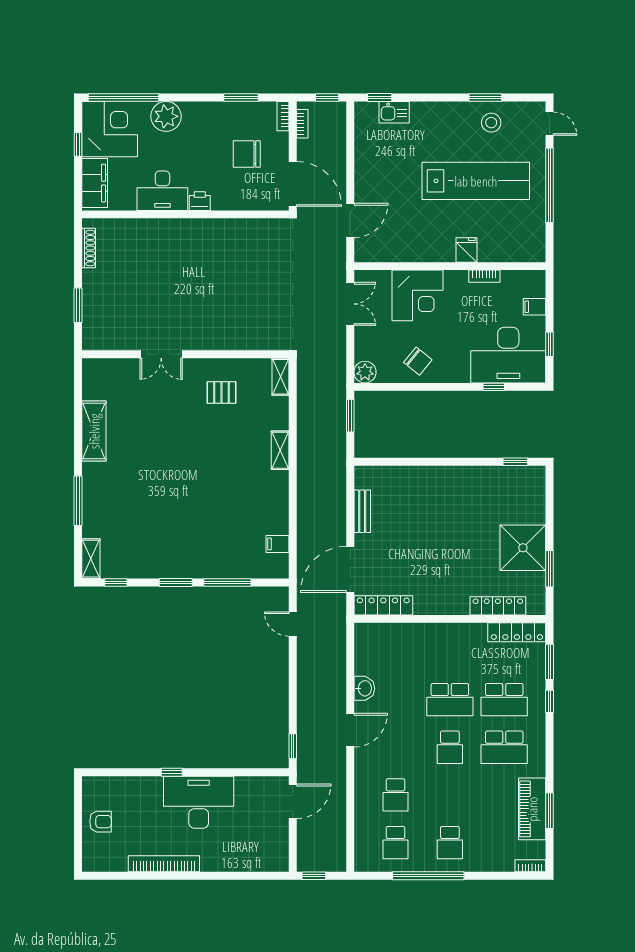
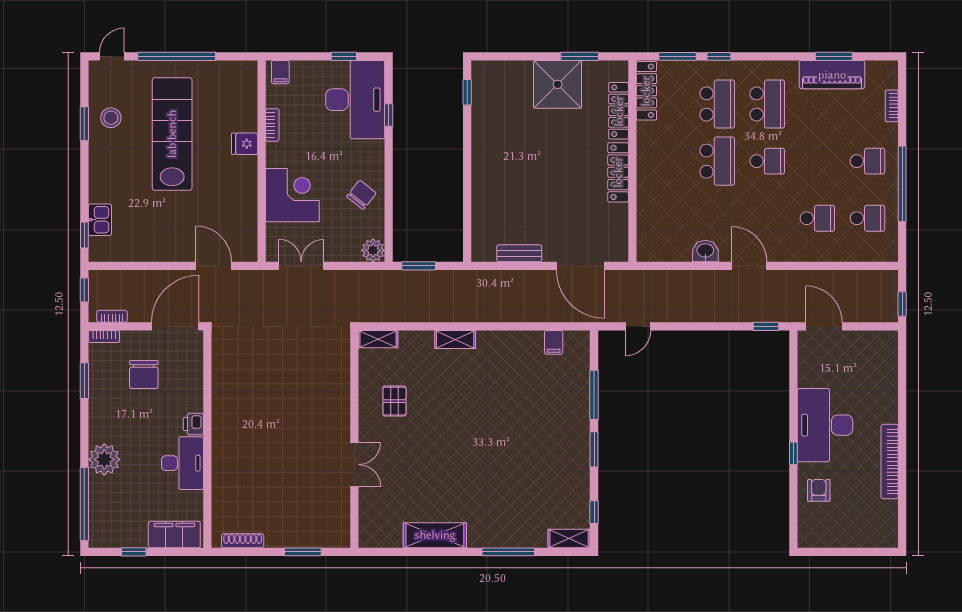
corner desk: (110, 129) -> (118, 519), removed
filing cabinet: (535, 307) -> (280, 72), moved
locker: (383, 605) -> (618, 172), moved
armchair: (100, 822) -> (819, 490), moved
bookcase: (530, 866) -> (892, 106), moved

